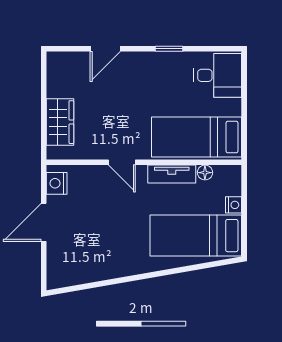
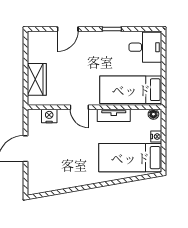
floor lamp: (205, 173) -> (153, 114), moved
nightstand: (57, 183) -> (49, 116), moved, turned 90

